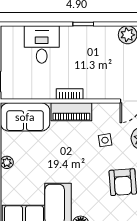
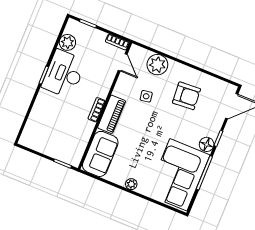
desk: (42, 44) -> (64, 74), moved, width x1.37

